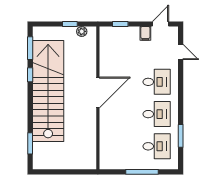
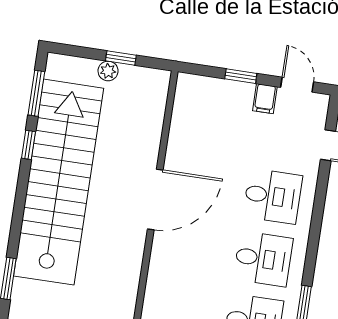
window: (120, 24) -> (241, 76), moved
door: (160, 24) -> (297, 85), hinge flipped
plant: (82, 31) -> (108, 71), moved

